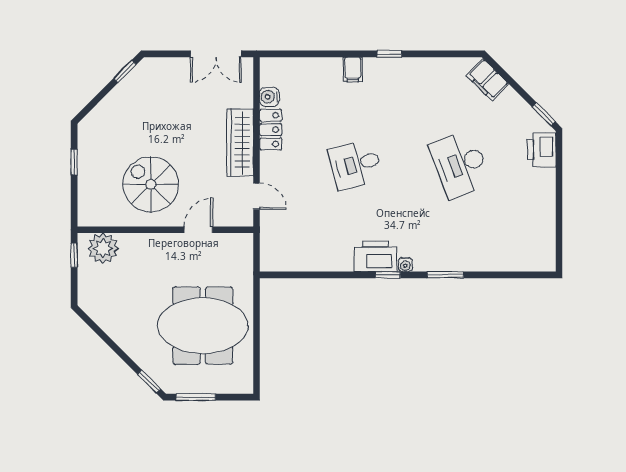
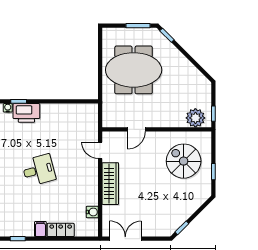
locker: (271, 130) -> (61, 230), moved, turned 90
spiral stairs: (151, 184) -> (184, 161), moved, turned 180

